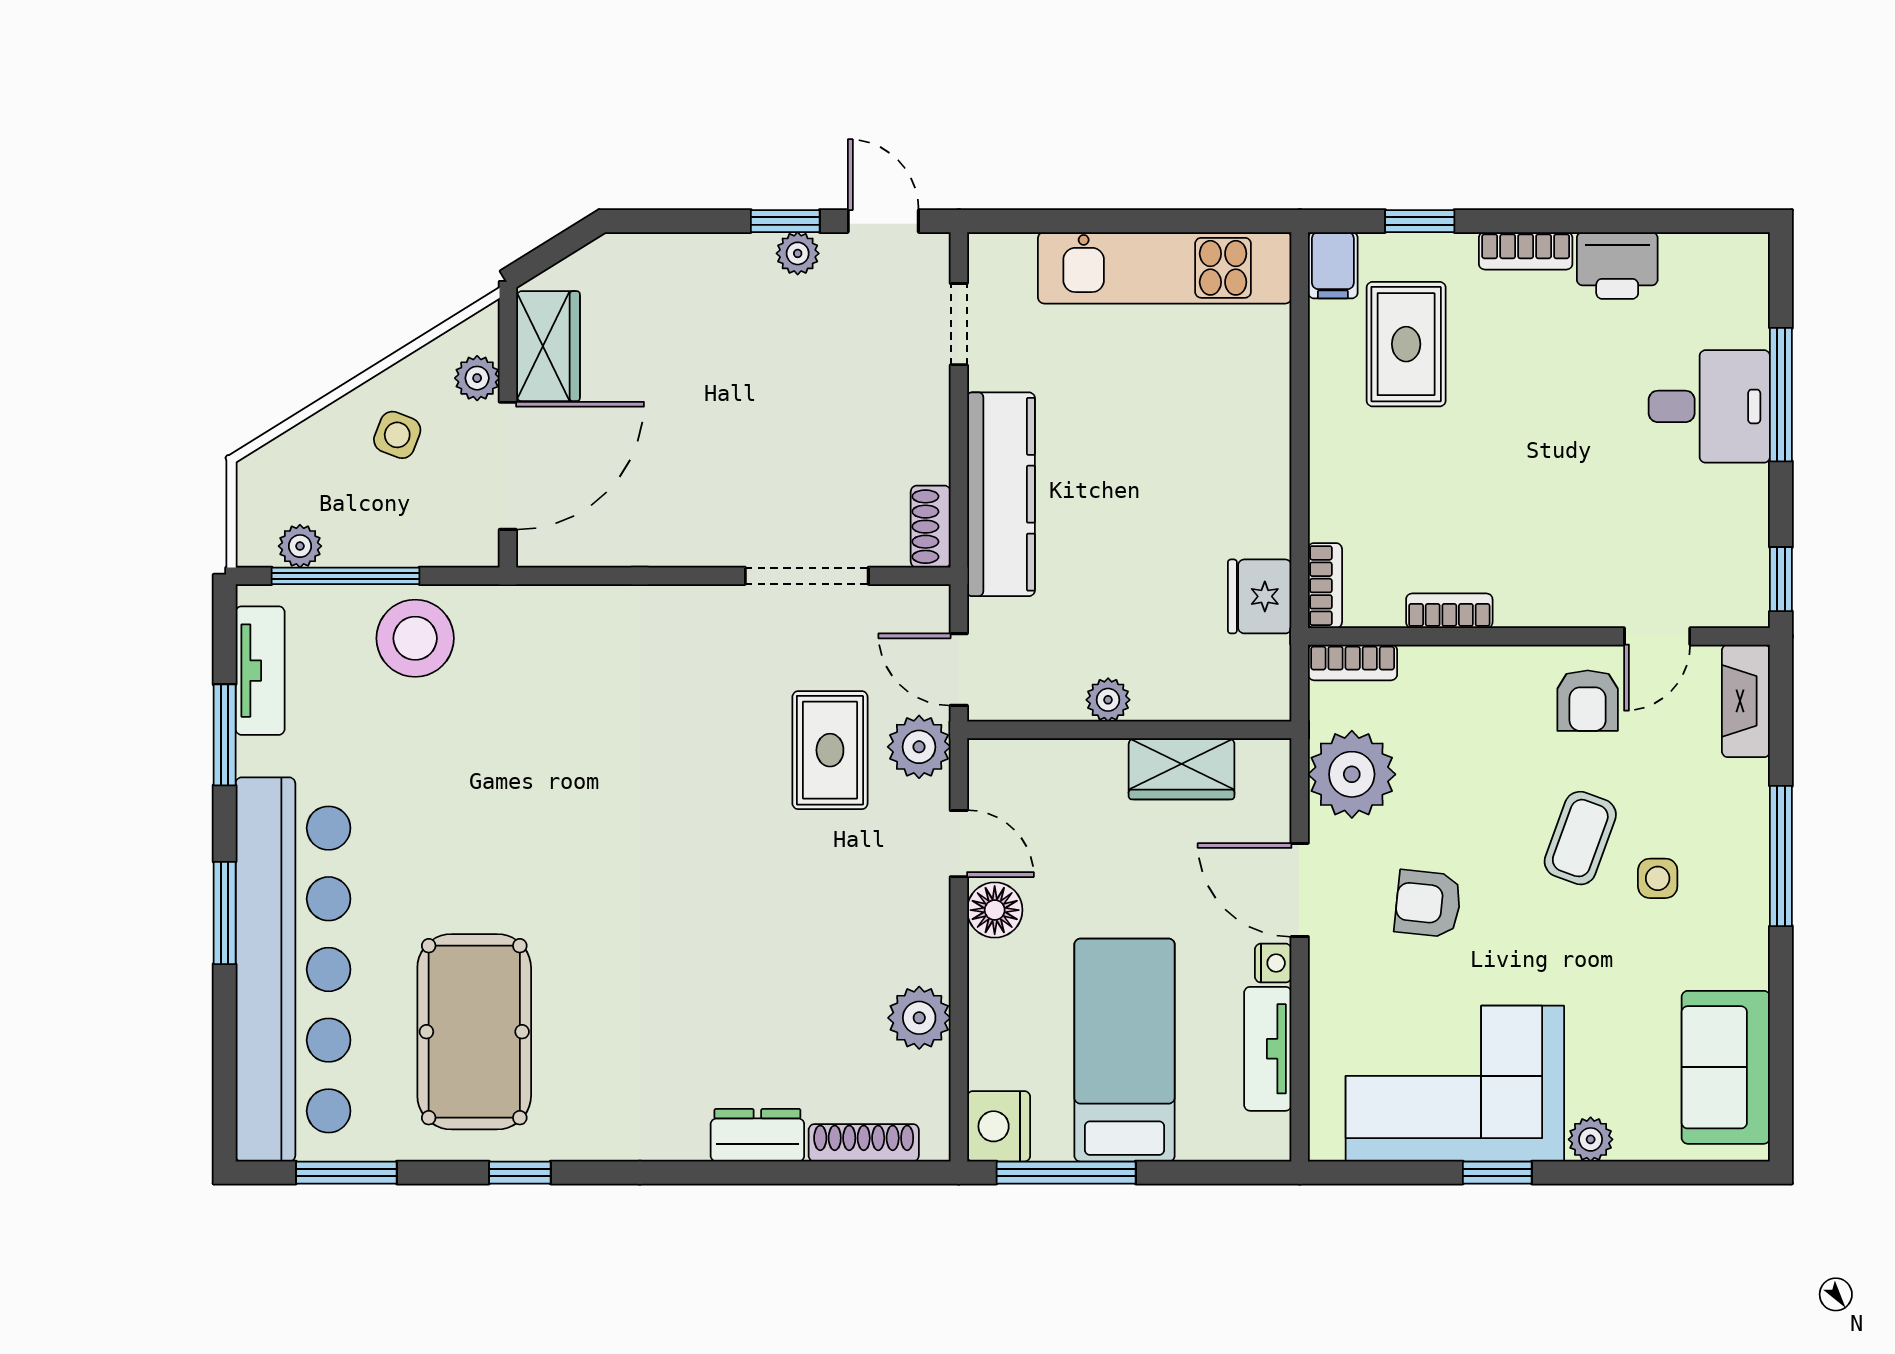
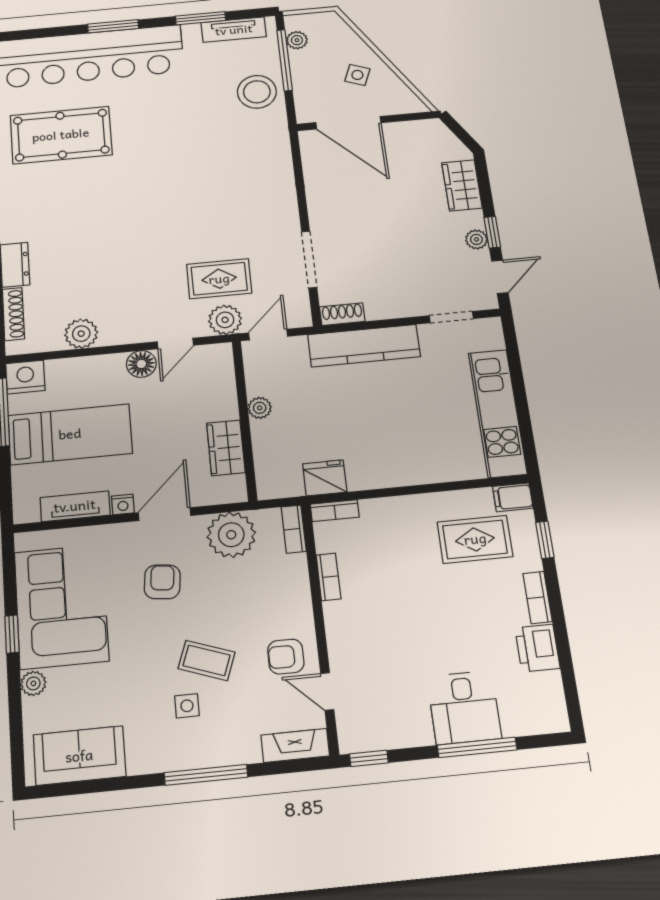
wardrobe: (548, 346) -> (462, 185), moved, turned 90
plant: (477, 378) -> (391, 106), removed

